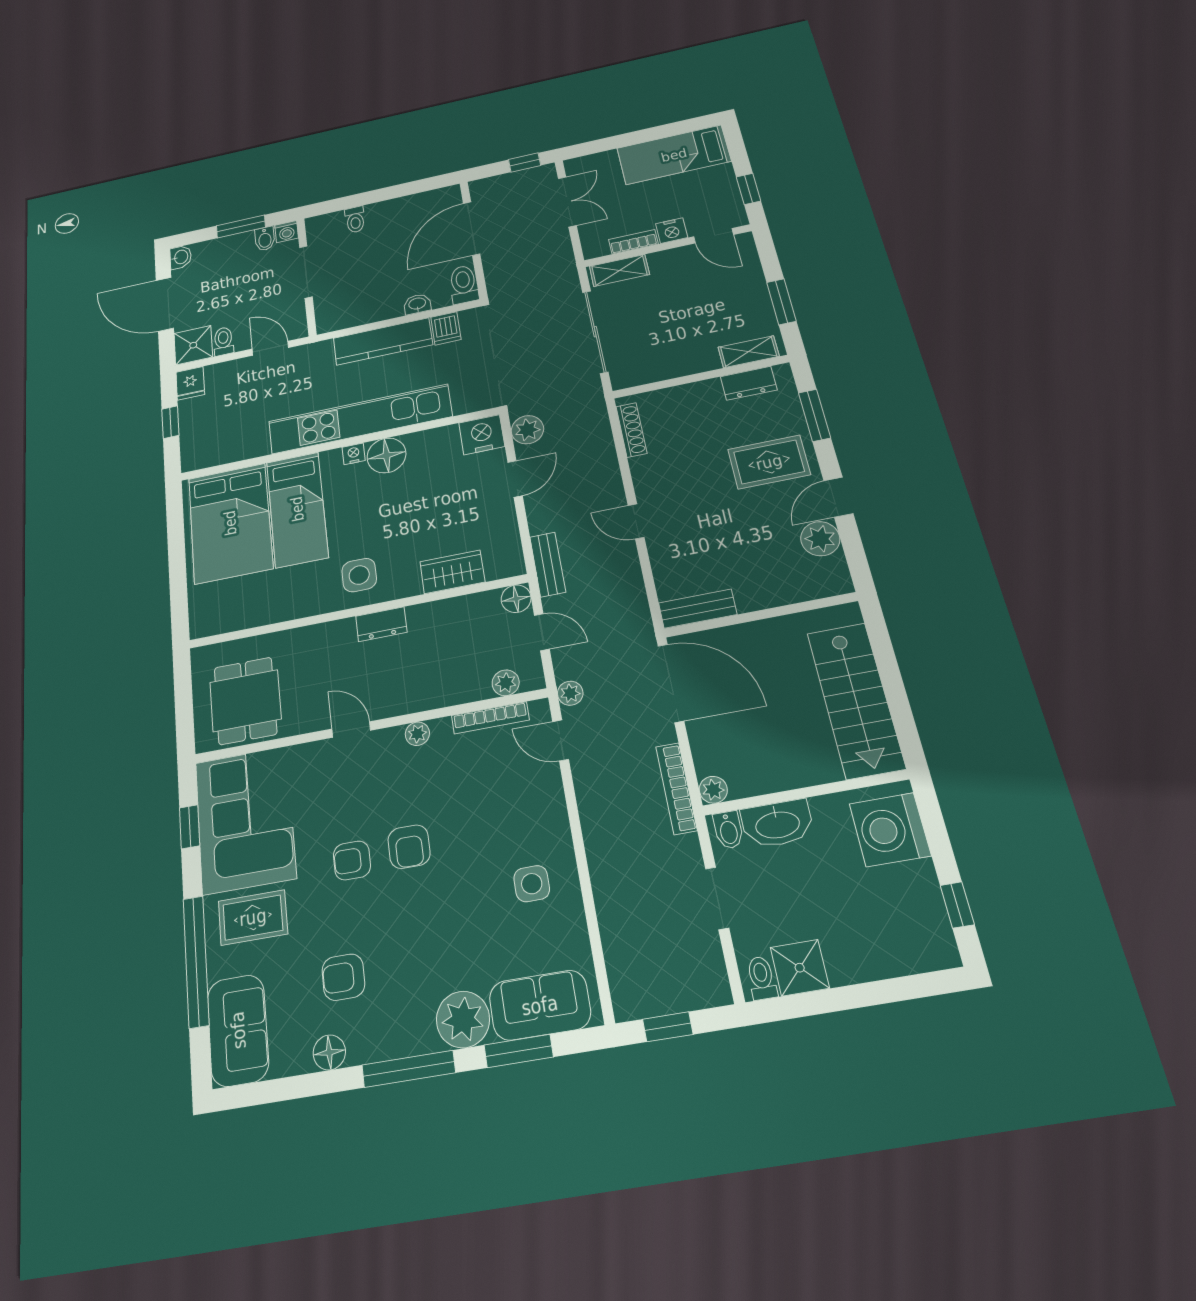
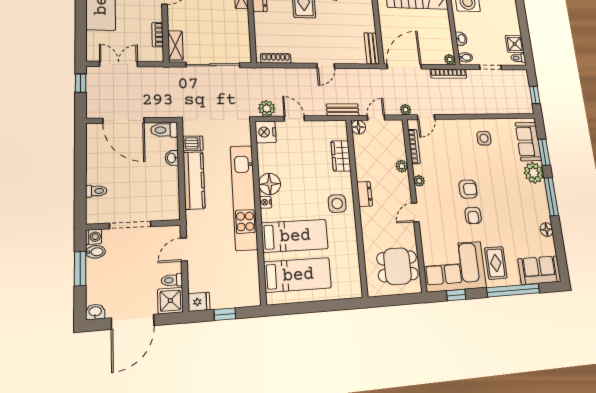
nightstand: (672, 231) -> (155, 14), removed
bed: (230, 523) -> (298, 275), width x0.67
plant: (506, 683) -> (402, 166), moved
washbasin: (777, 824) -> (461, 39), width x0.52, depth x0.69
armchair: (343, 977) -> (519, 222), removed

